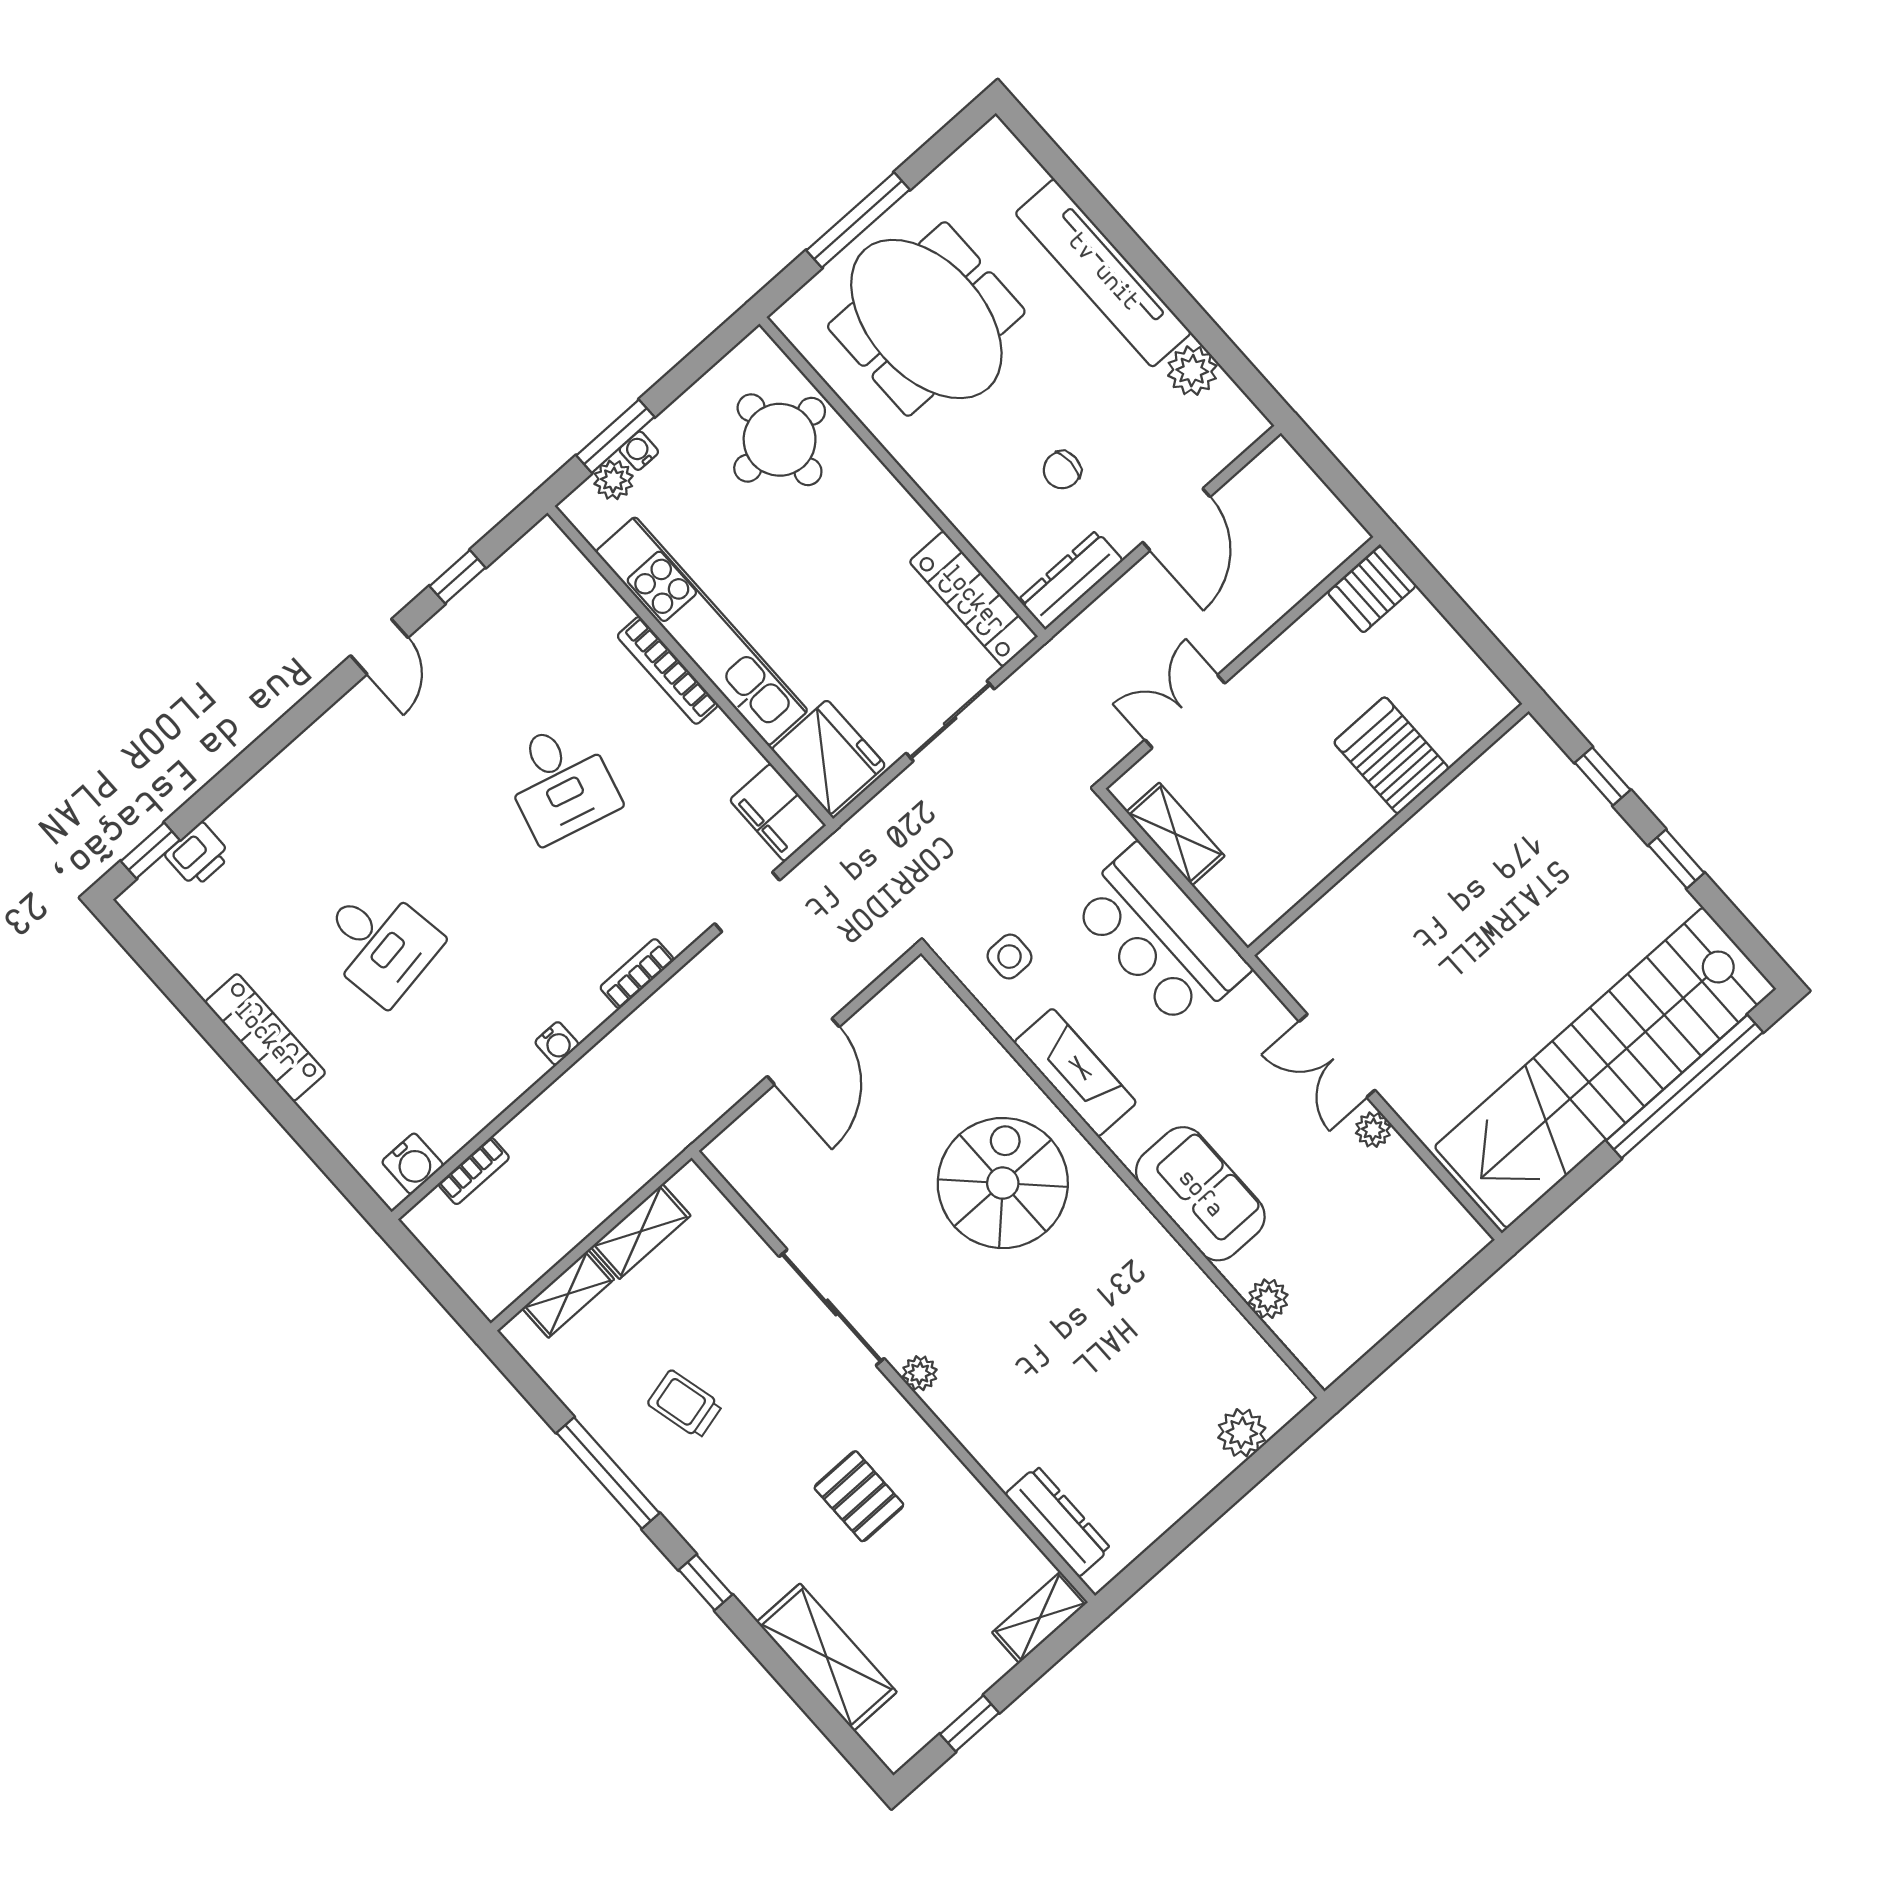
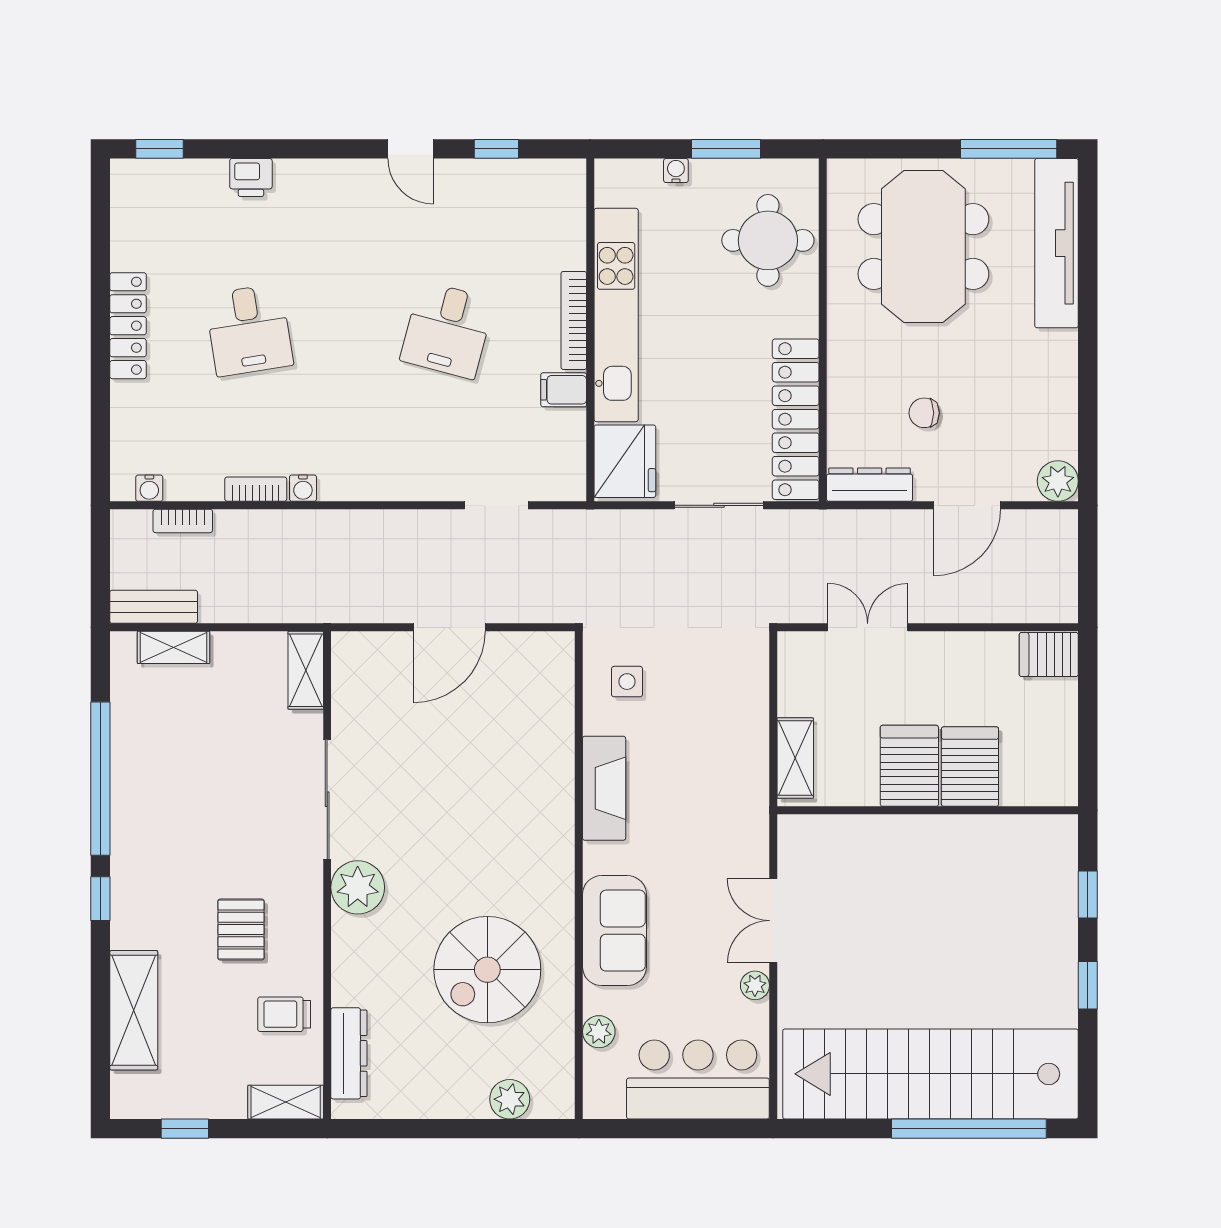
window: (858, 220) -> (1009, 149), moved
tv unit: (1103, 273) -> (1057, 243), moved
plant: (1192, 371) -> (1058, 481), moved
window: (615, 436) -> (726, 149), moved
plant: (613, 480) -> (645, 175), removed
locker: (973, 599) -> (796, 419), width x1.41, depth x1.21
door: (379, 647) -> (411, 149), hinge flipped
server rack: (1335, 804) -> (909, 766), added
filing cabinet: (778, 813) -> (564, 390), moved, width x0.50
shelving: (1175, 834) -> (795, 758), moved
printer: (198, 855) -> (251, 178), moved
bar counter: (1160, 937) -> (698, 1080), moved, turned 90
bookcase: (637, 974) -> (256, 489), moved
water cooler: (413, 1164) -> (149, 488), width x0.72, depth x0.72
spiral stairs: (1003, 1183) -> (487, 970), moved, turned 180
shelving: (641, 1231) -> (306, 670), moved, turned 90
bench: (517, 1273) -> (154, 607), added
plant: (920, 1373) -> (358, 887), width x1.87, depth x1.87
trolley: (685, 1404) -> (284, 1014), moved, turned -76
window: (608, 1473) -> (100, 779), width x1.46

